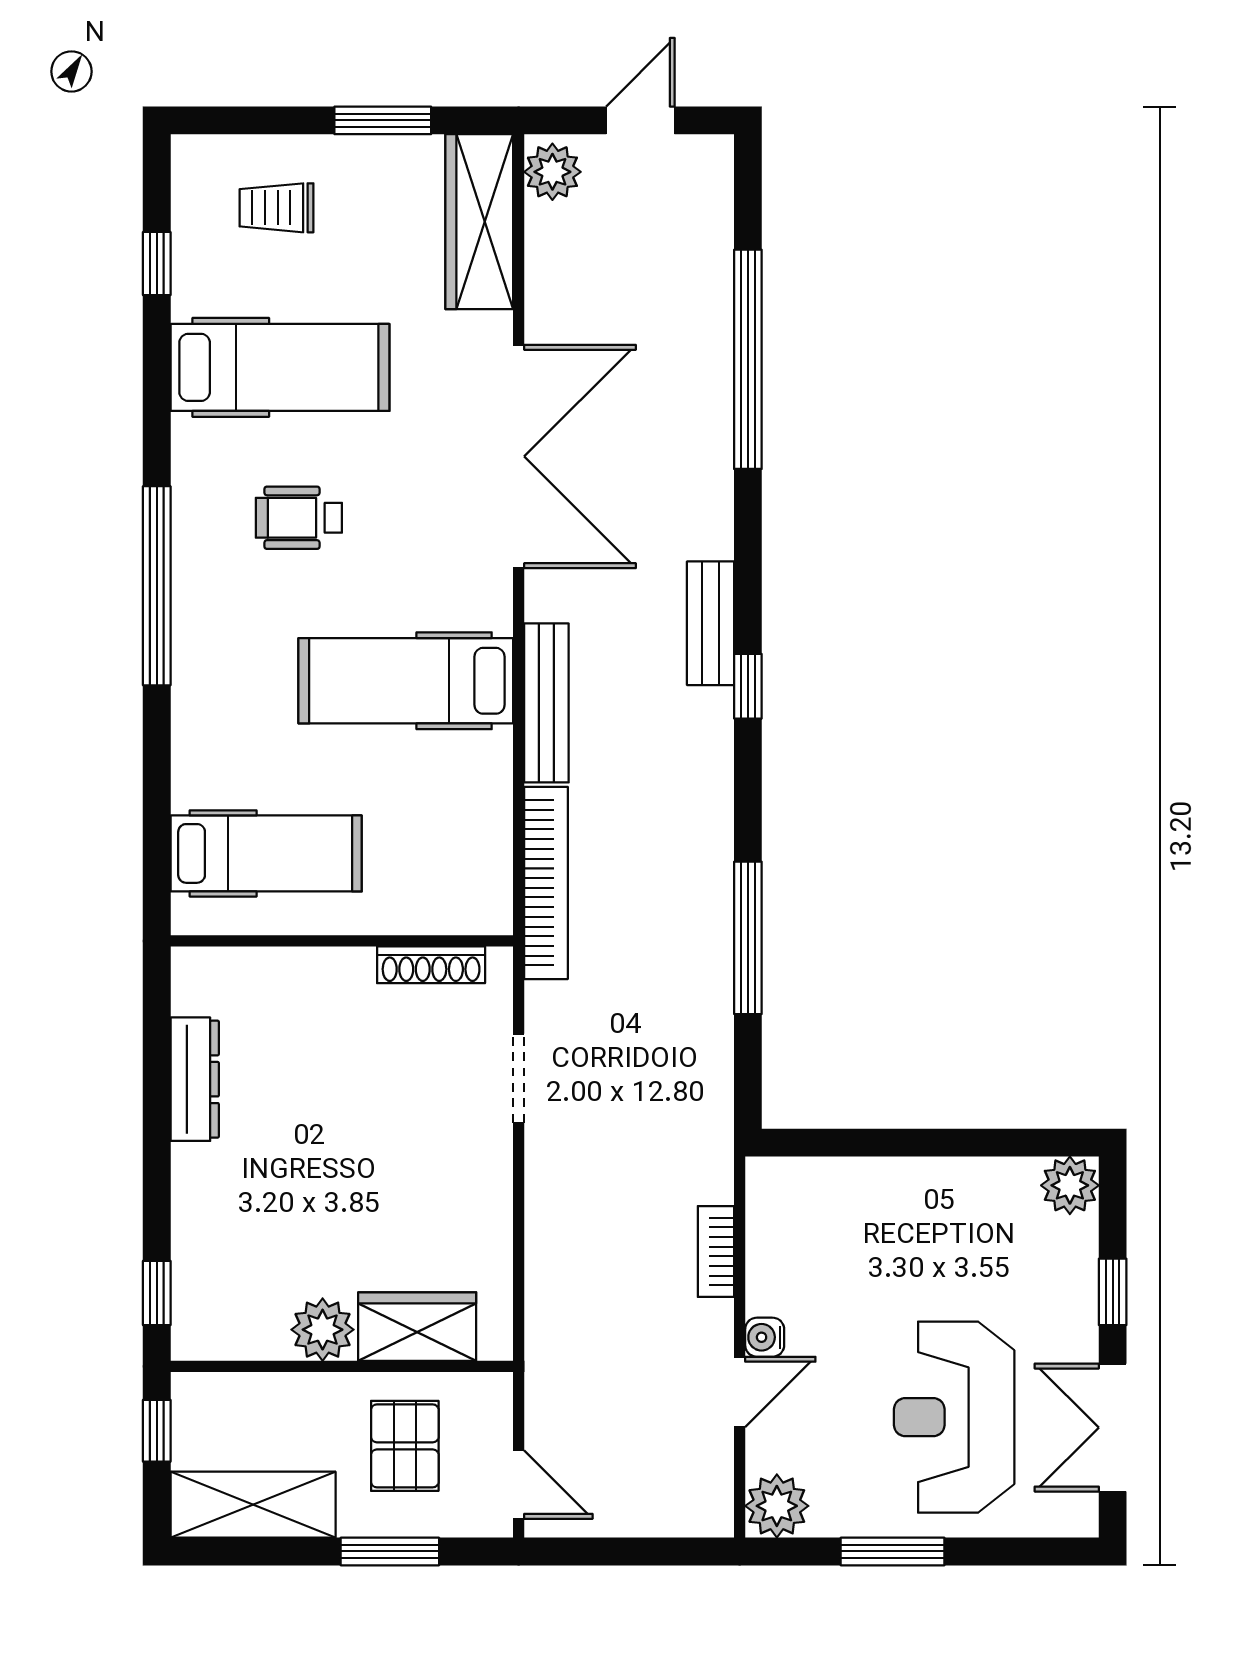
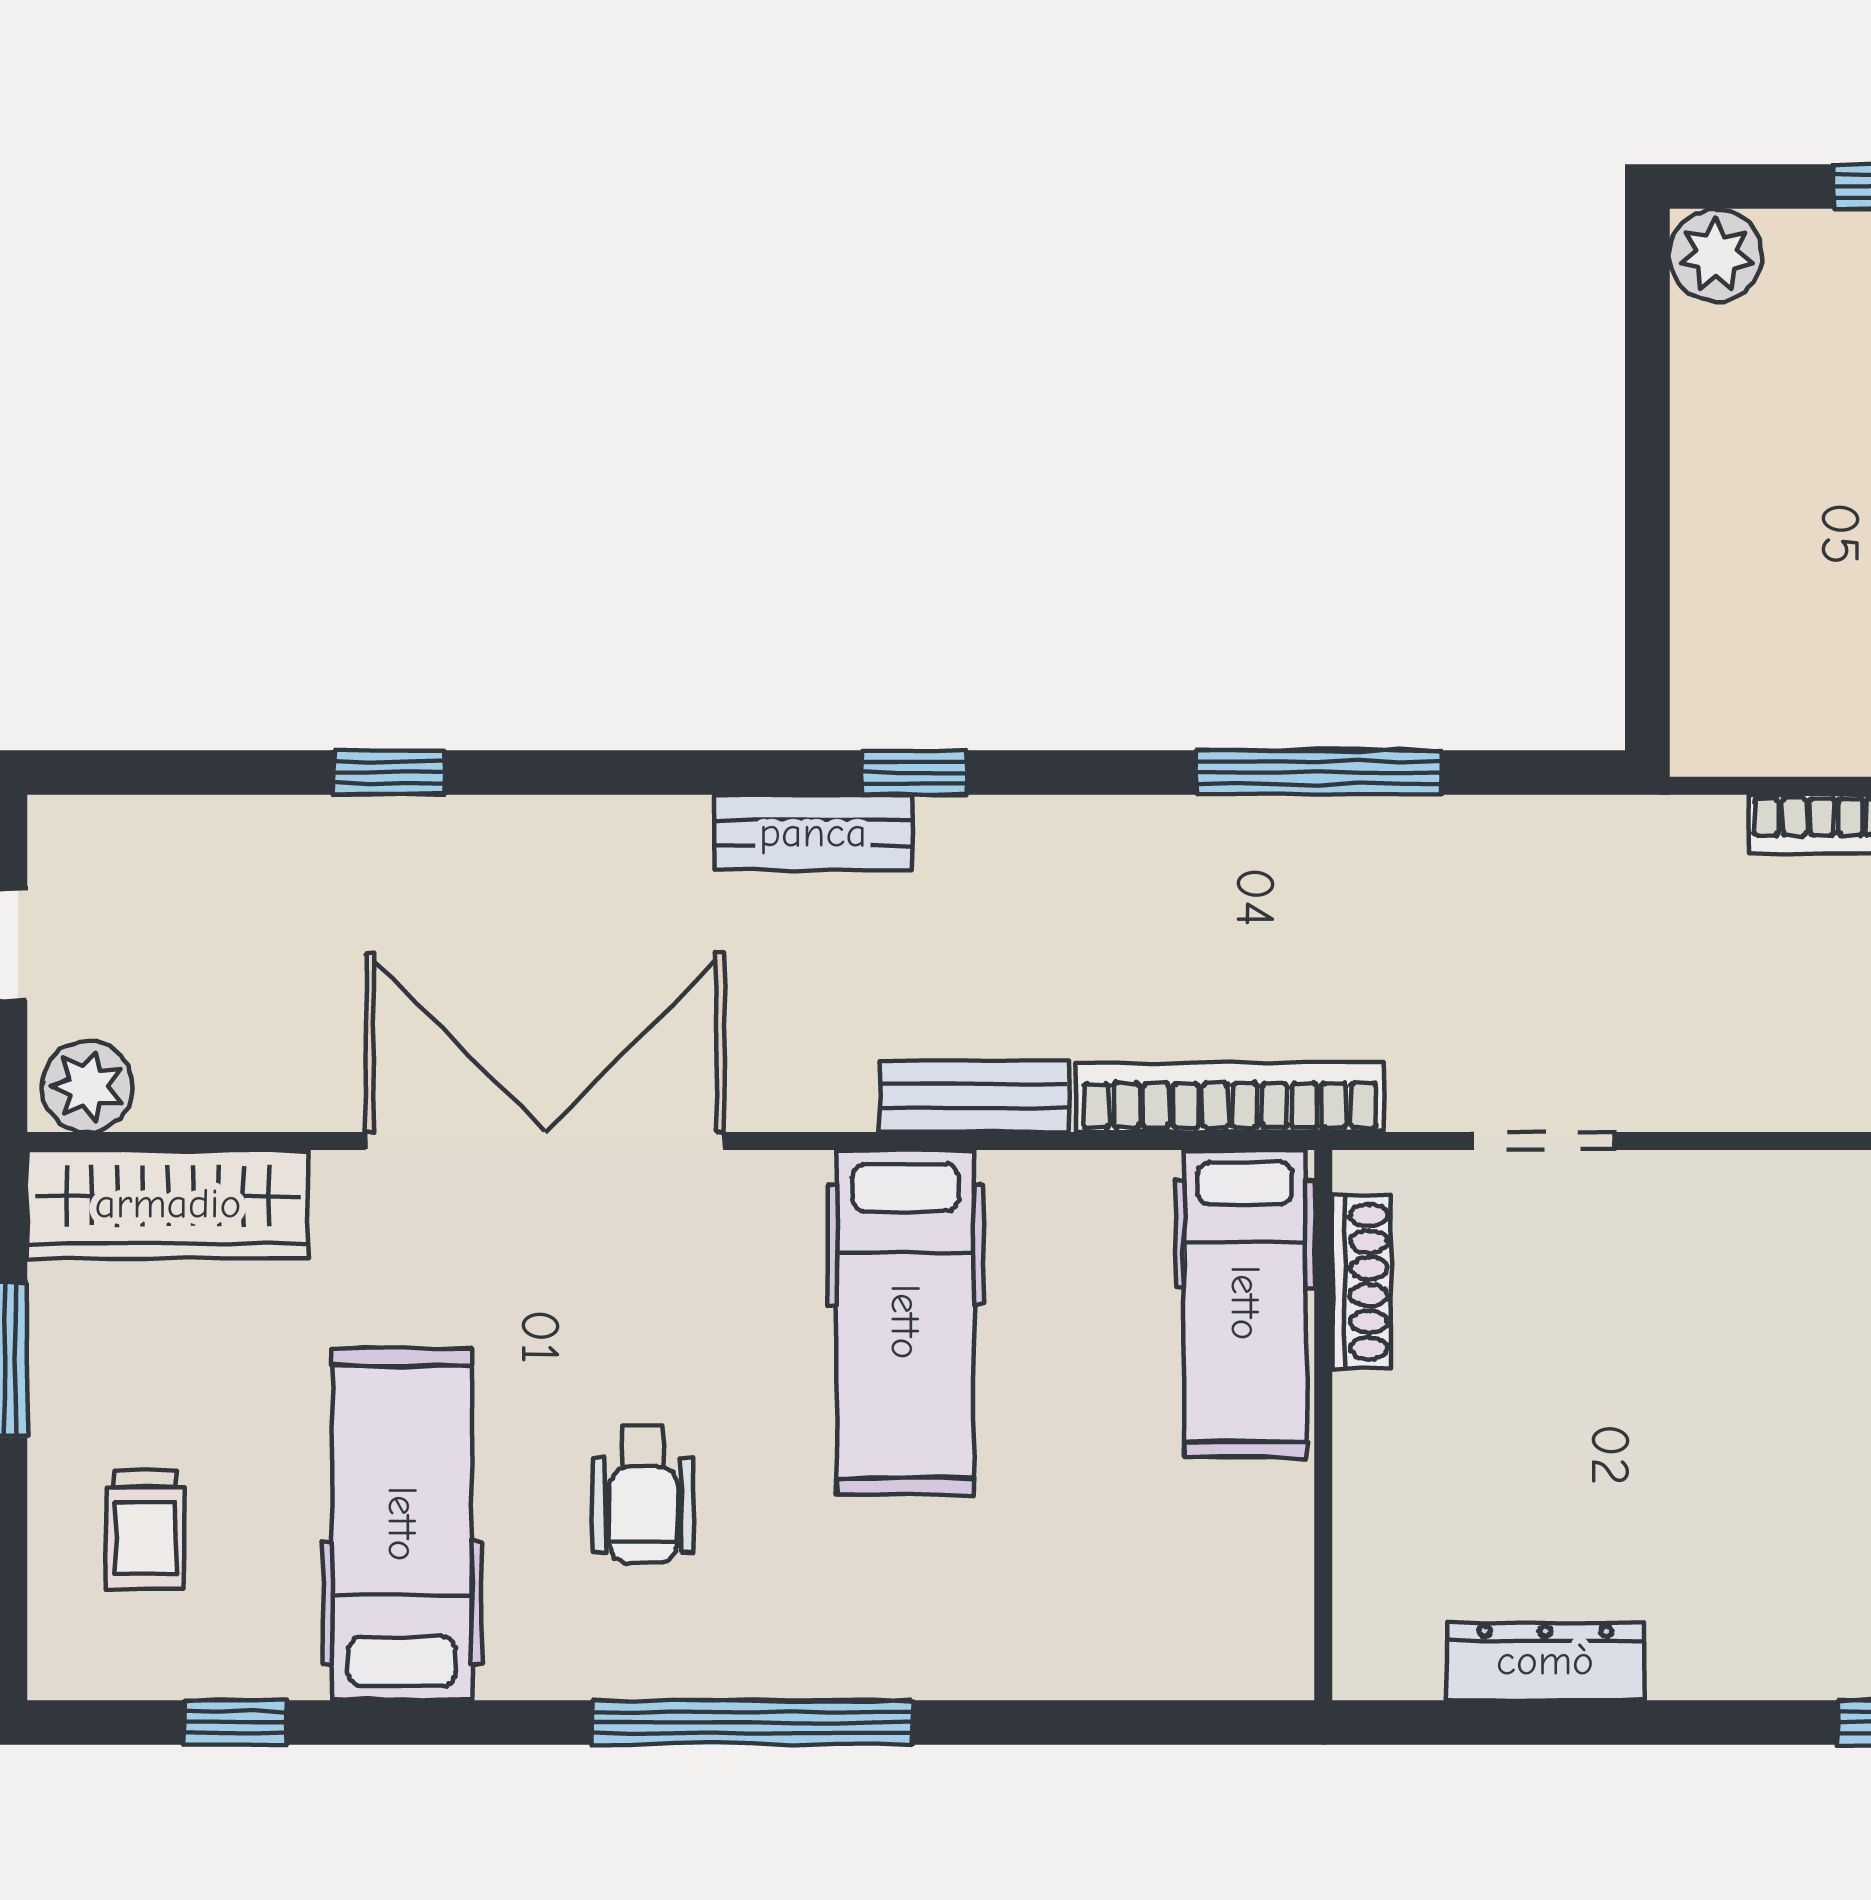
window: (748, 359) -> (389, 773), width x0.32
bench: (546, 703) -> (975, 1096), width x0.73
hospital bed: (266, 853) -> (1245, 1303), moved, turned 180

